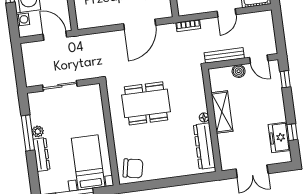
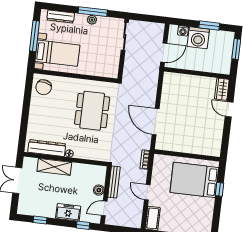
sliding door: (60, 86) -> (125, 36), moved
shelving: (222, 112) -> (54, 167), moved
freezer: (279, 137) -> (68, 212), moved
dresser: (41, 155) -> (61, 16), moved

